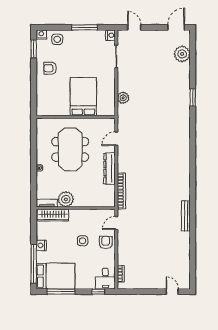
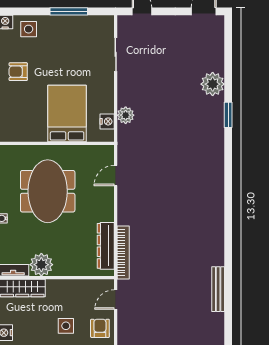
nightstand: (110, 35) -> (107, 121), moved
plant: (182, 54) -> (213, 84), moved
dresser: (110, 169) -> (106, 246), moved

